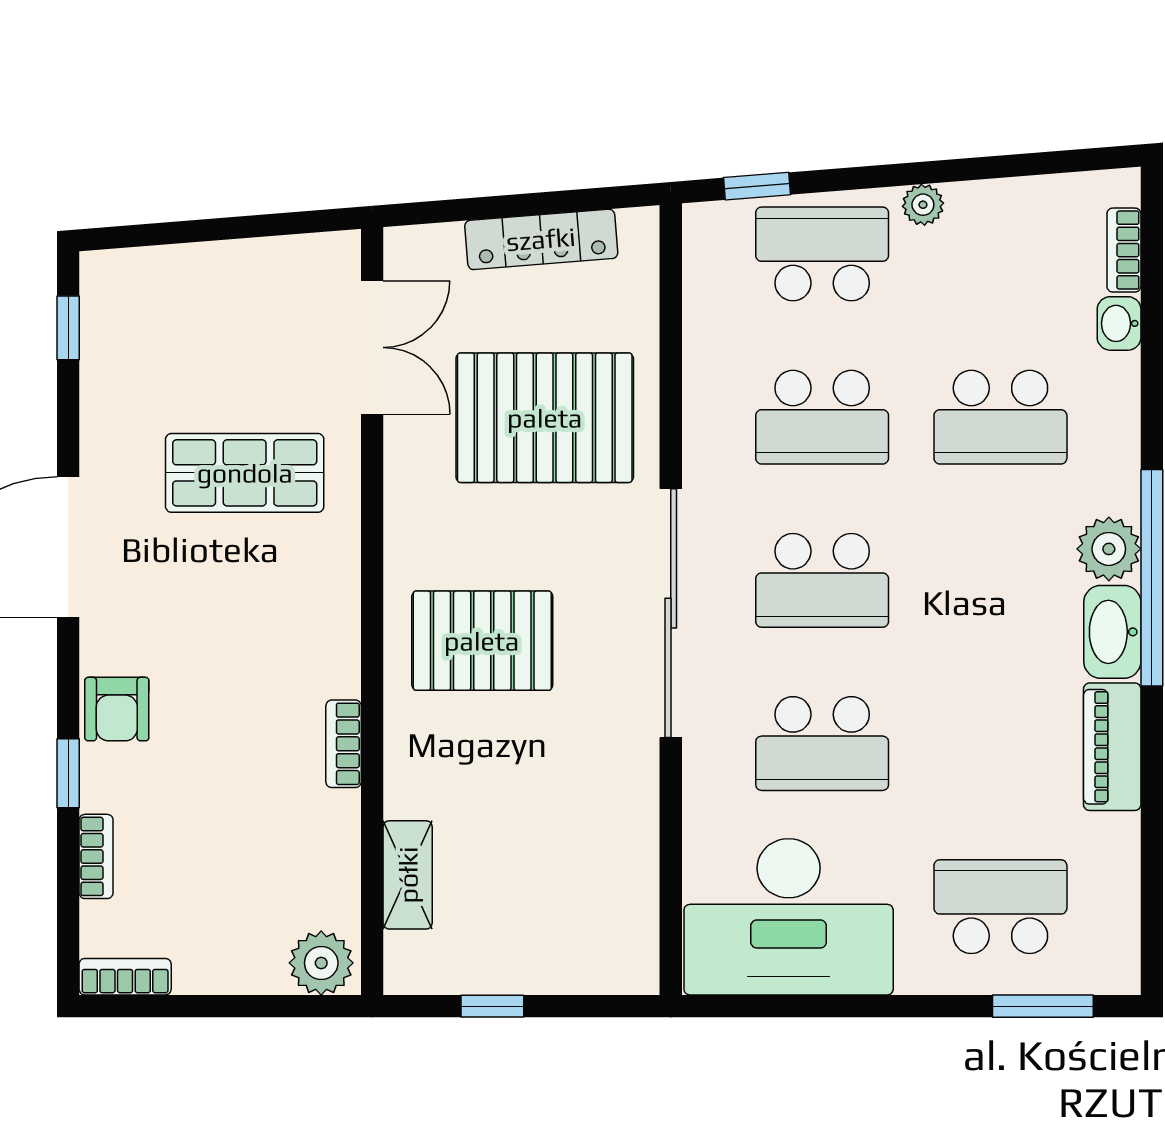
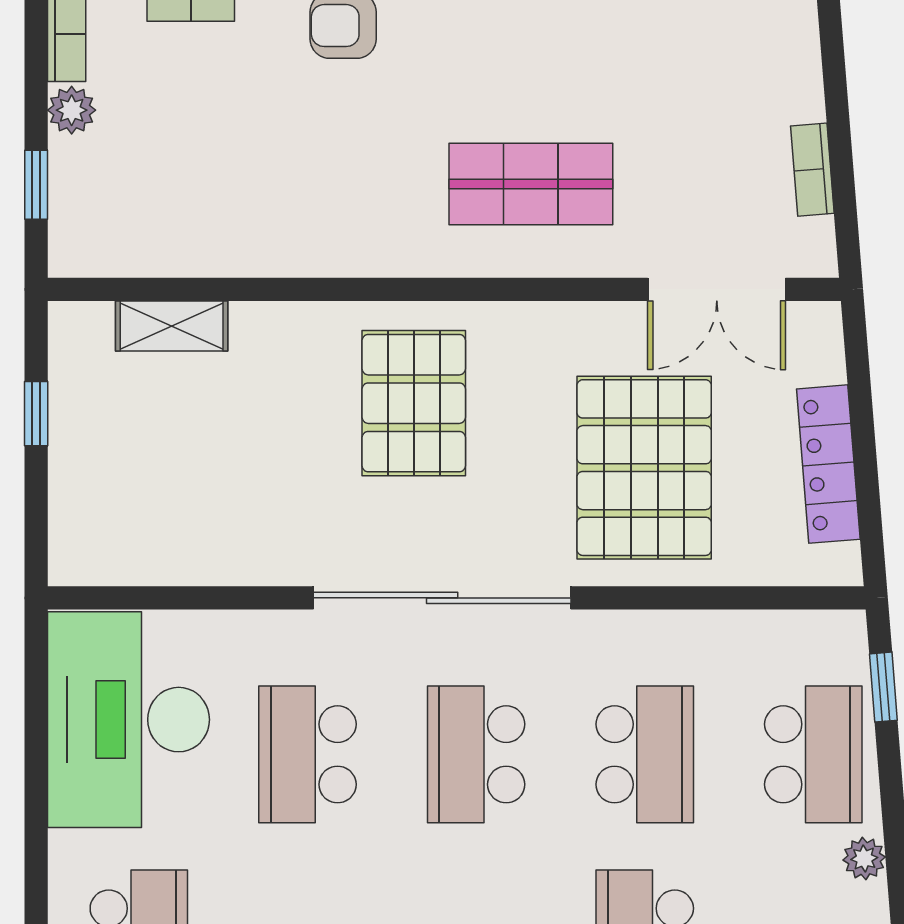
school desk: (822, 417) -> (645, 754), turned 180
shop shelf: (245, 473) -> (531, 184), moved, turned 90
bookcase: (344, 744) -> (812, 170), moved, turned -95
plant: (321, 963) -> (72, 110), moved, width x0.73, depth x0.73
window: (271, 1006) -> (36, 185), added

